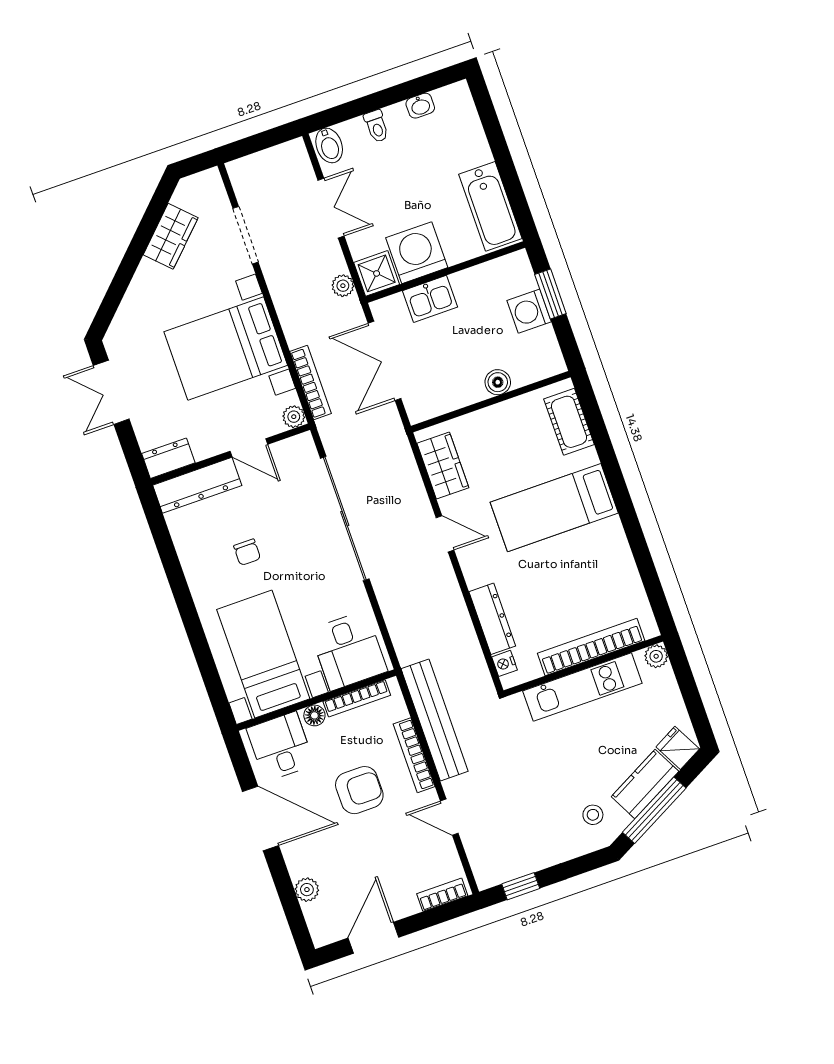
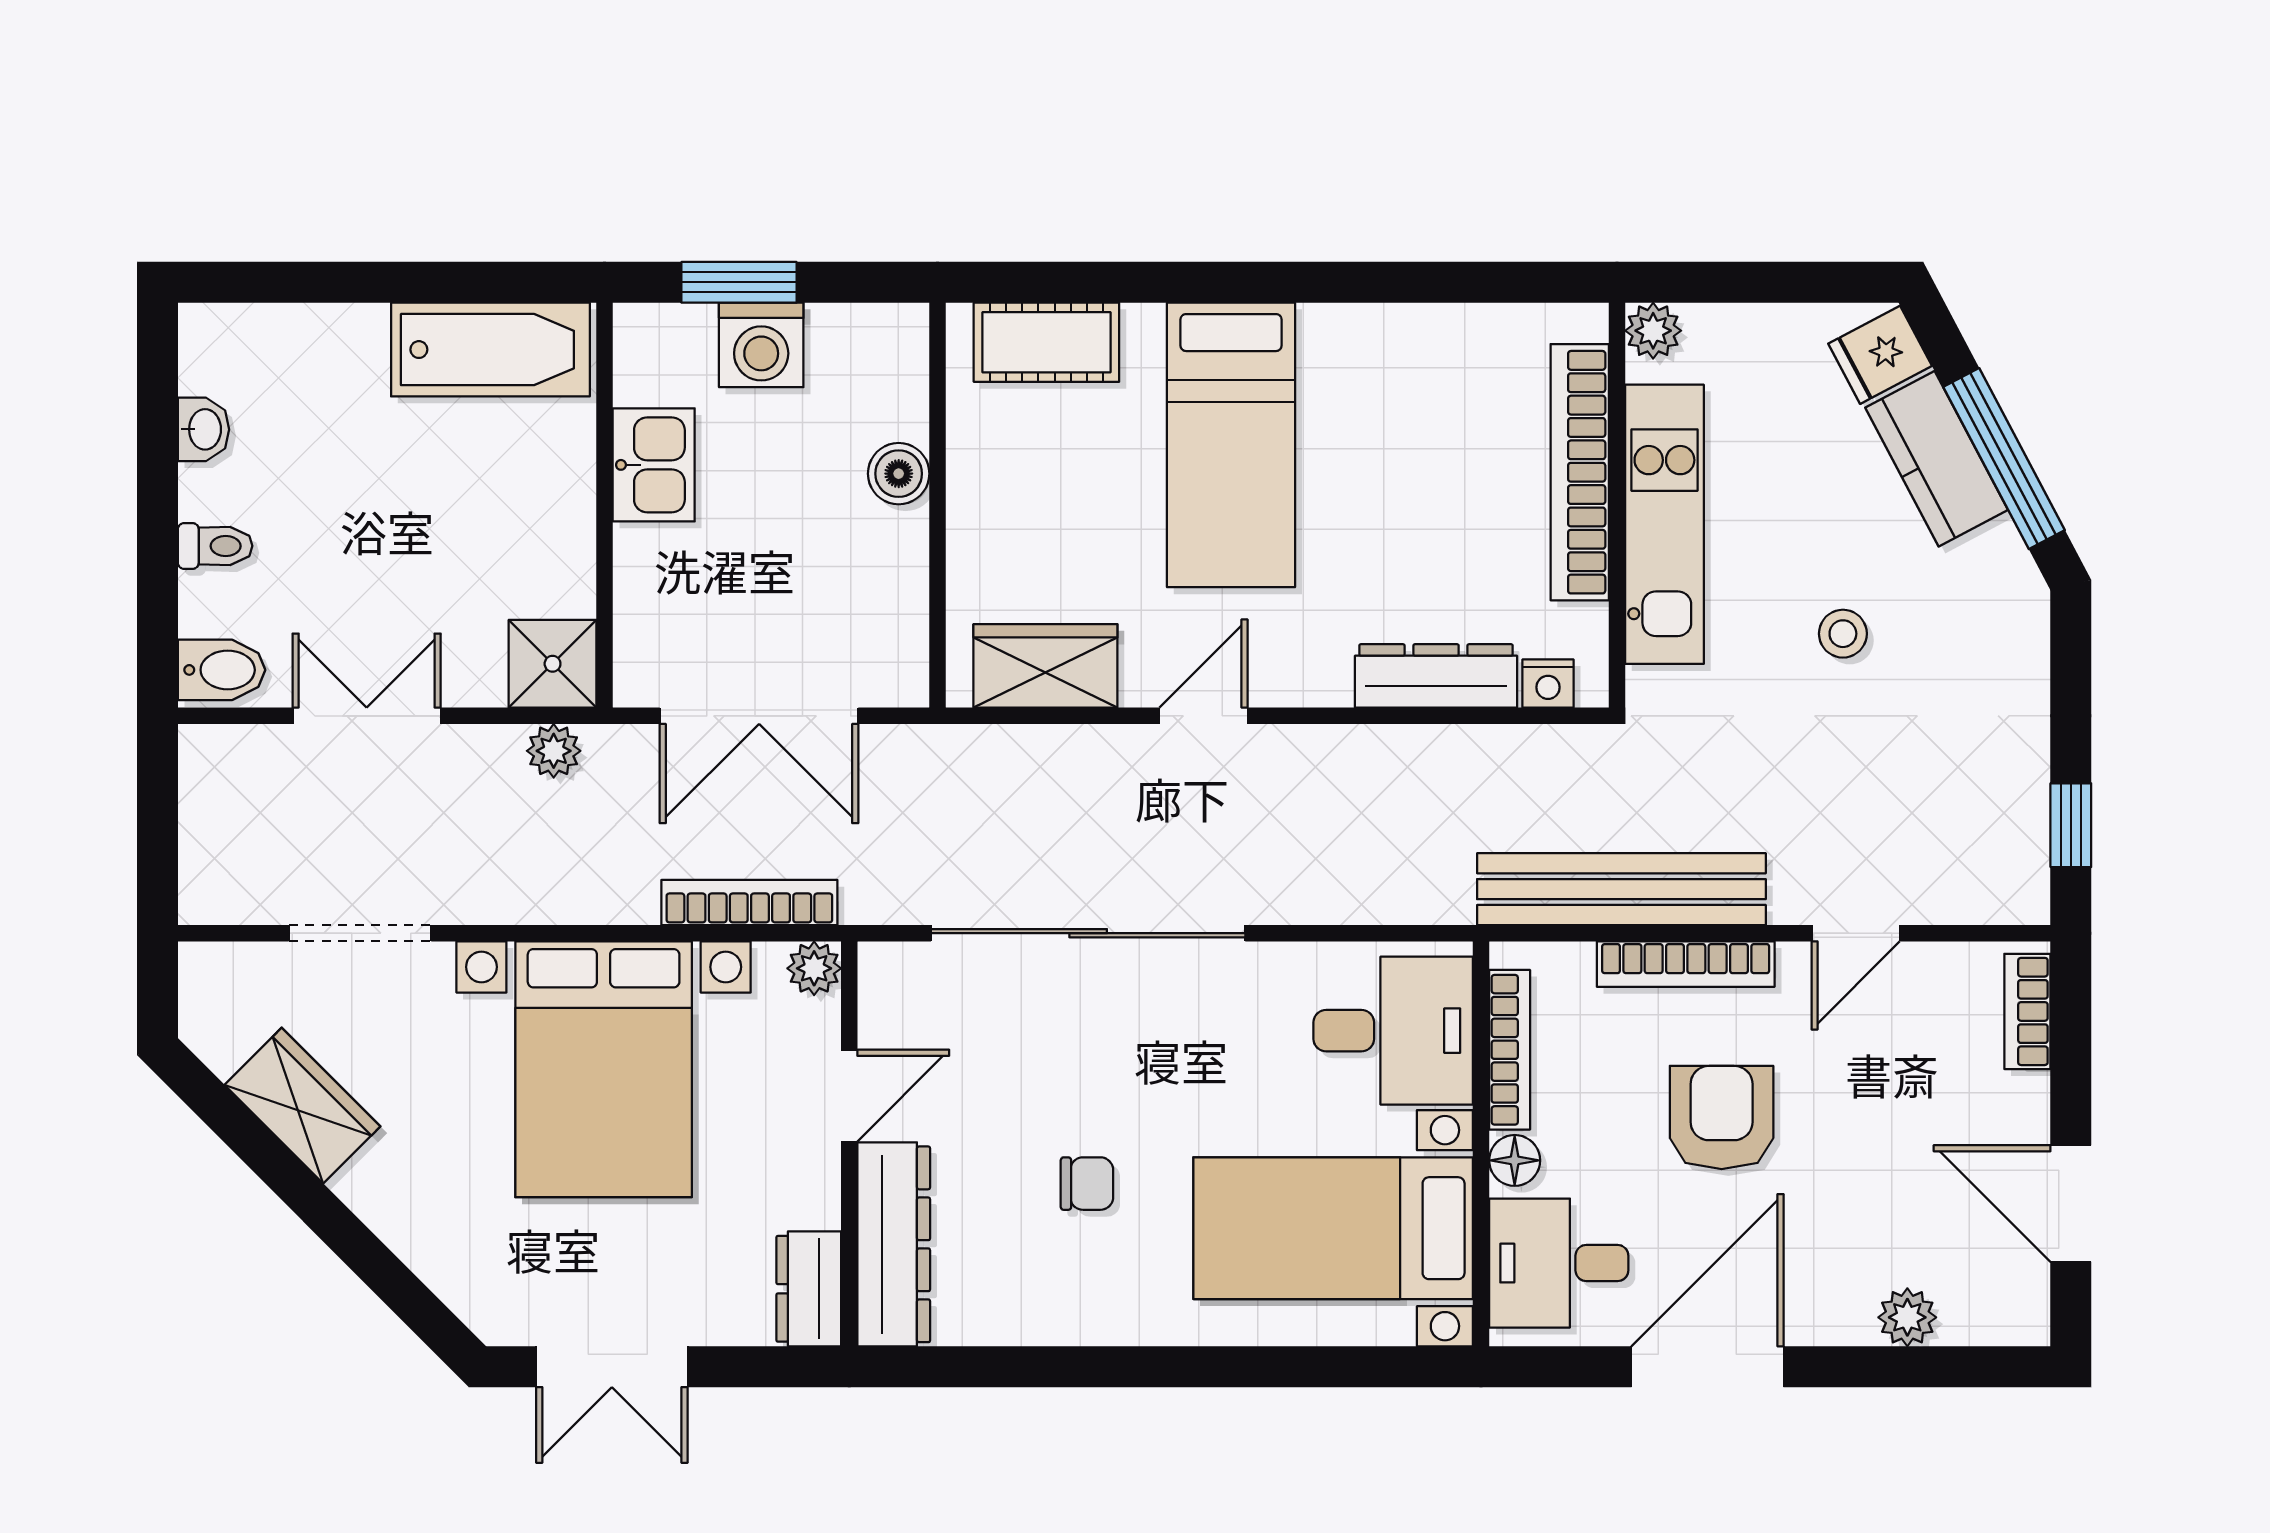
washing machine: (417, 253) -> (537, 555), removed
kitchen sink: (430, 299) -> (654, 465), moved
stool: (593, 815) -> (1843, 634), moved

